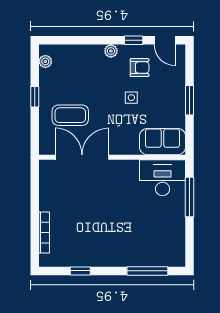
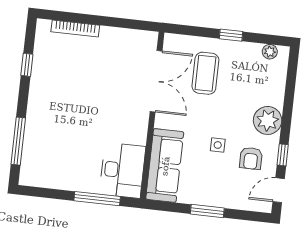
plant: (111, 51) -> (268, 120), width x1.87, depth x1.87
sofa: (163, 142) -> (165, 166), width x1.36

